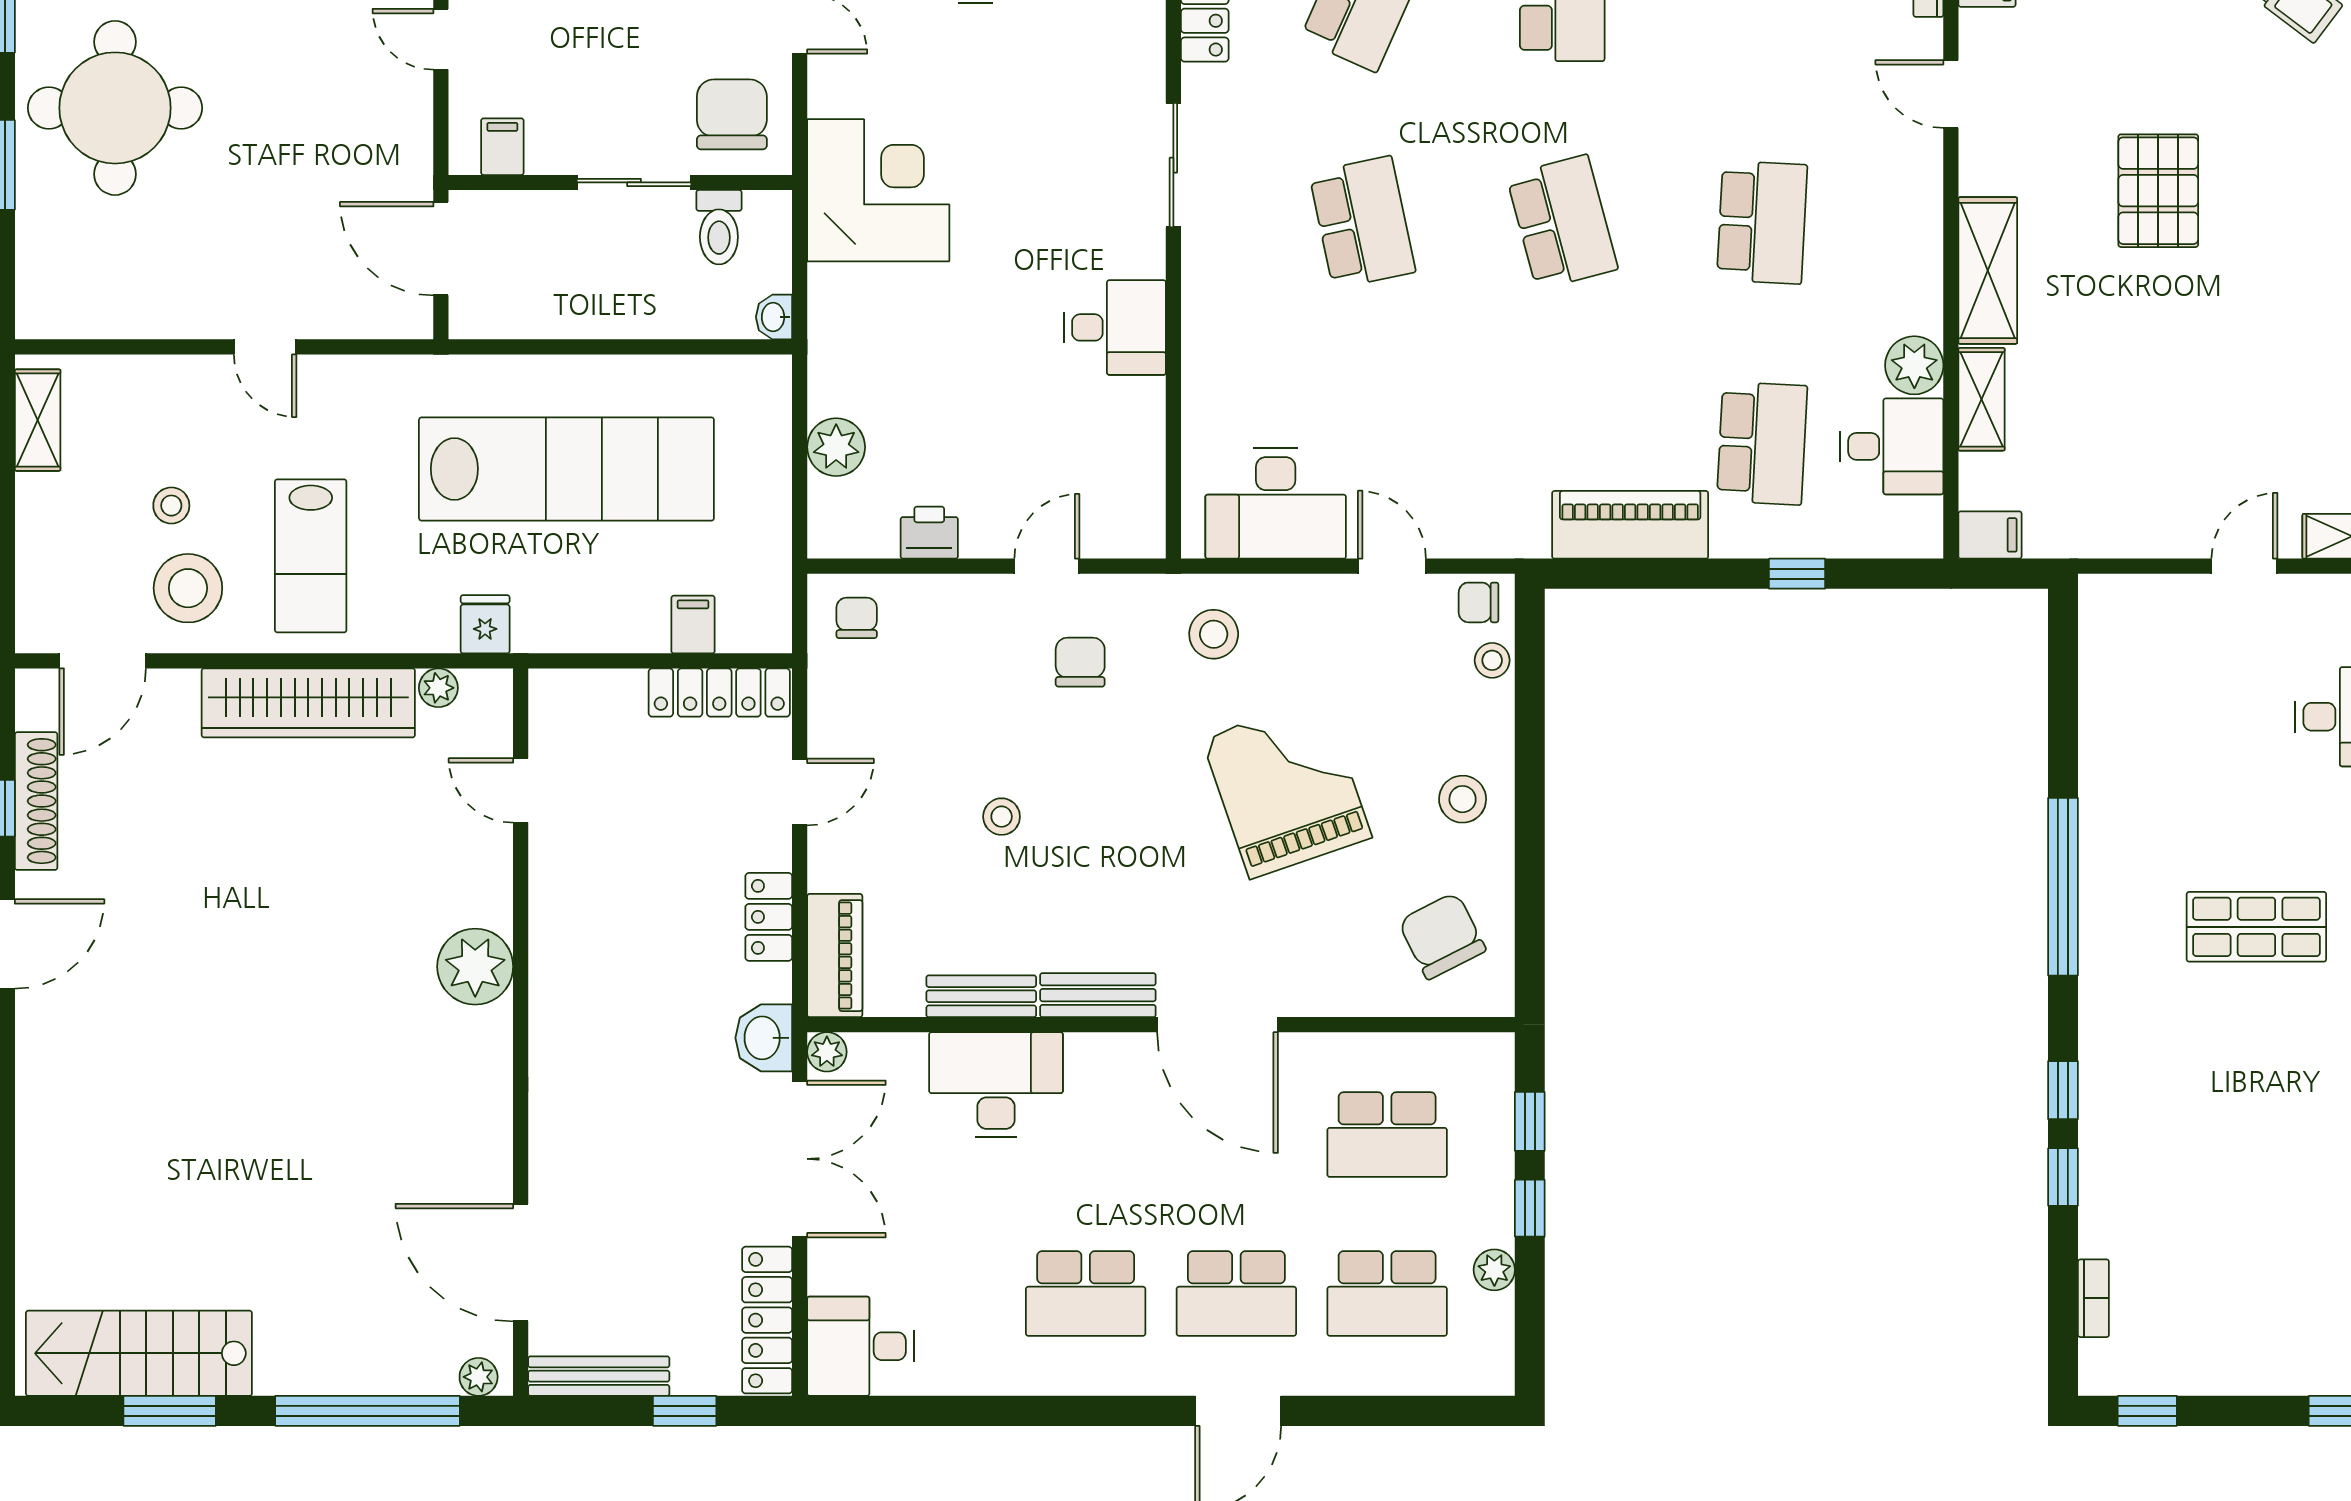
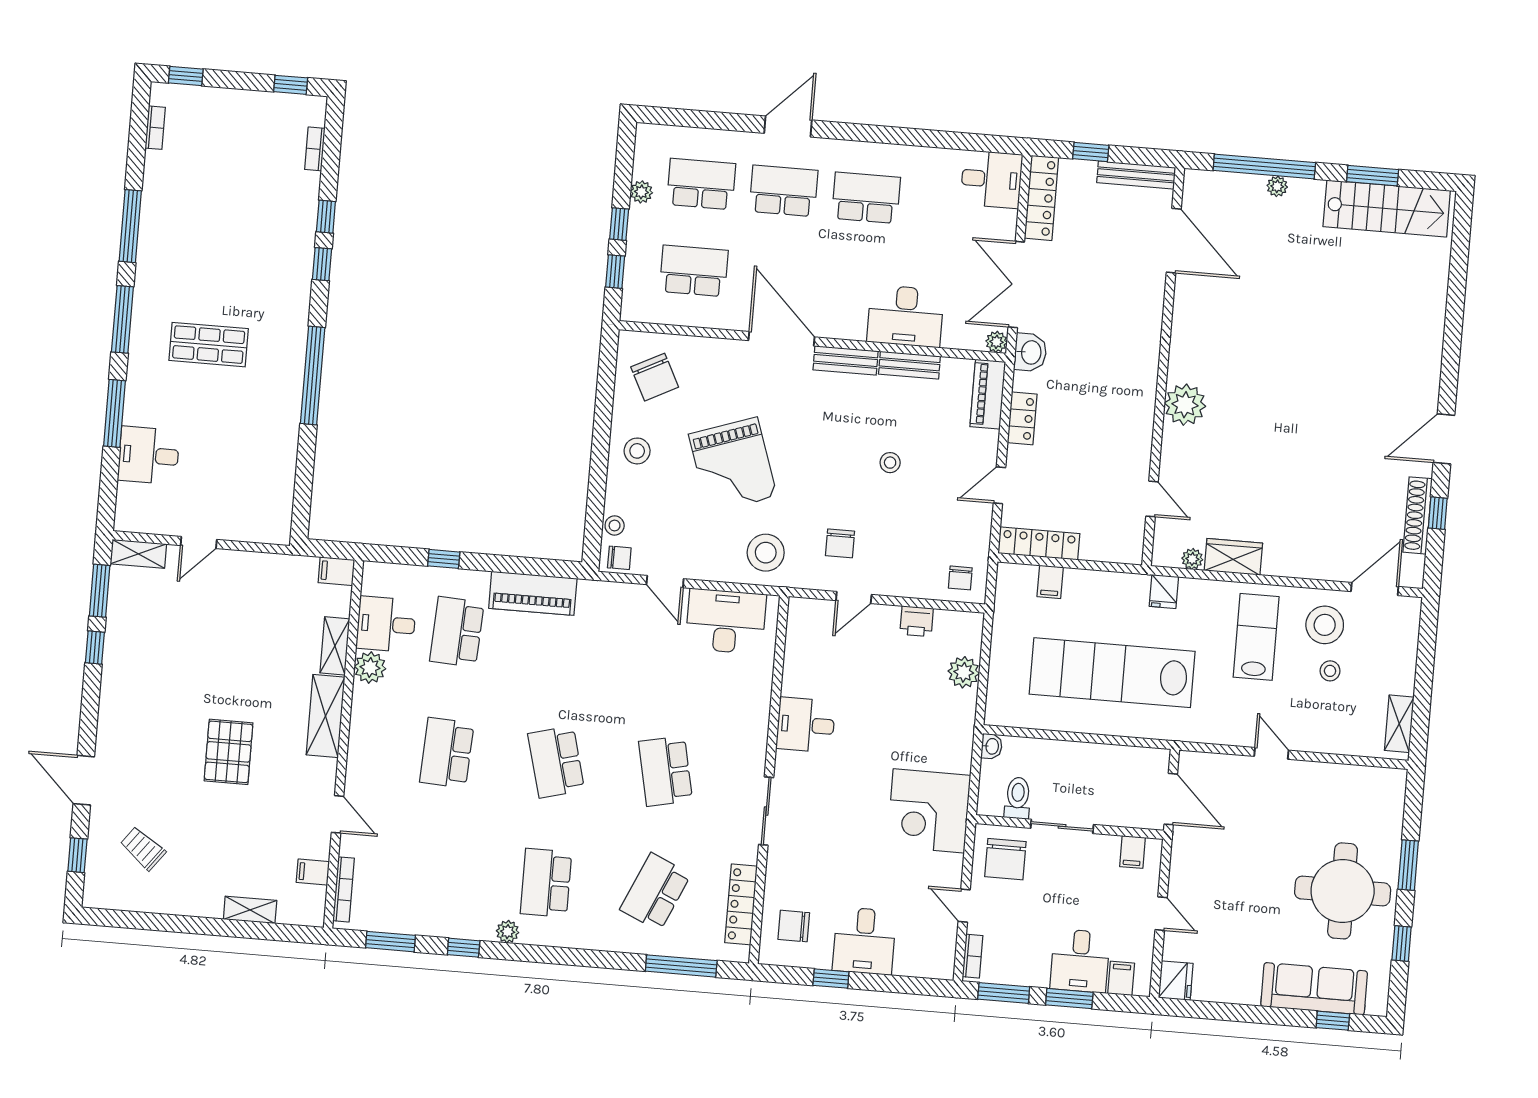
stool: (1214, 634) -> (766, 553), width x1.38, depth x1.38
wardrobe: (308, 703) -> (1233, 557), width x0.48, depth x0.85
plant: (479, 1377) -> (1277, 186), moved

